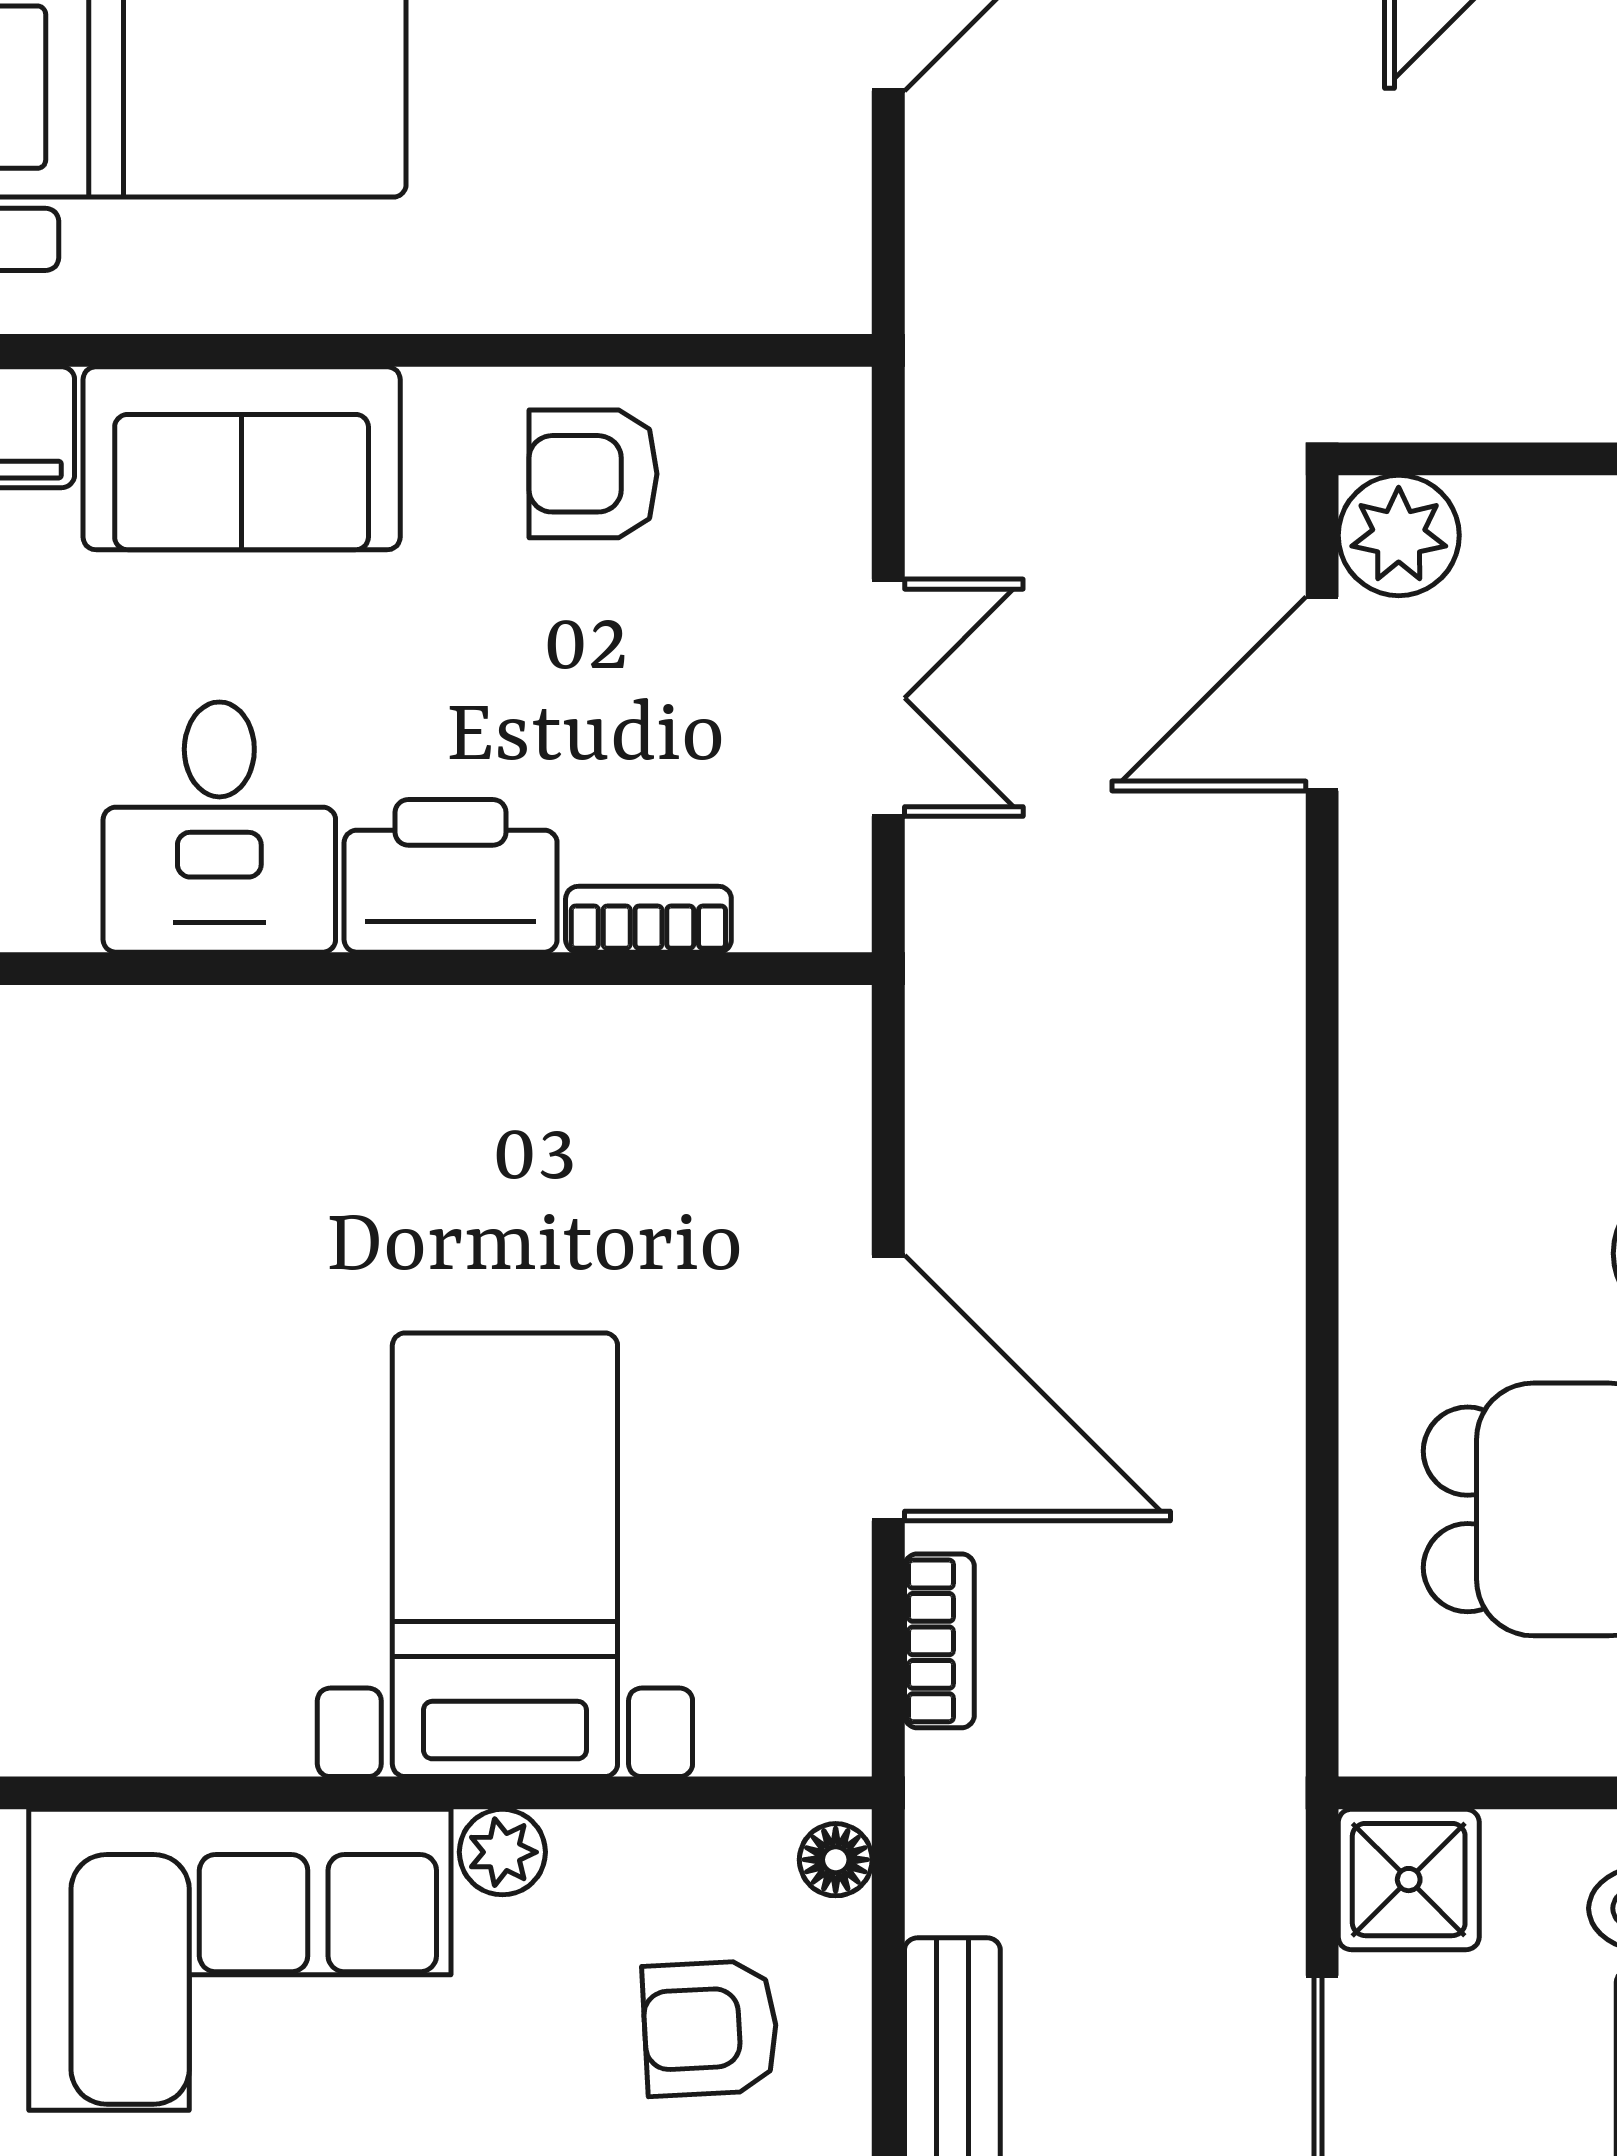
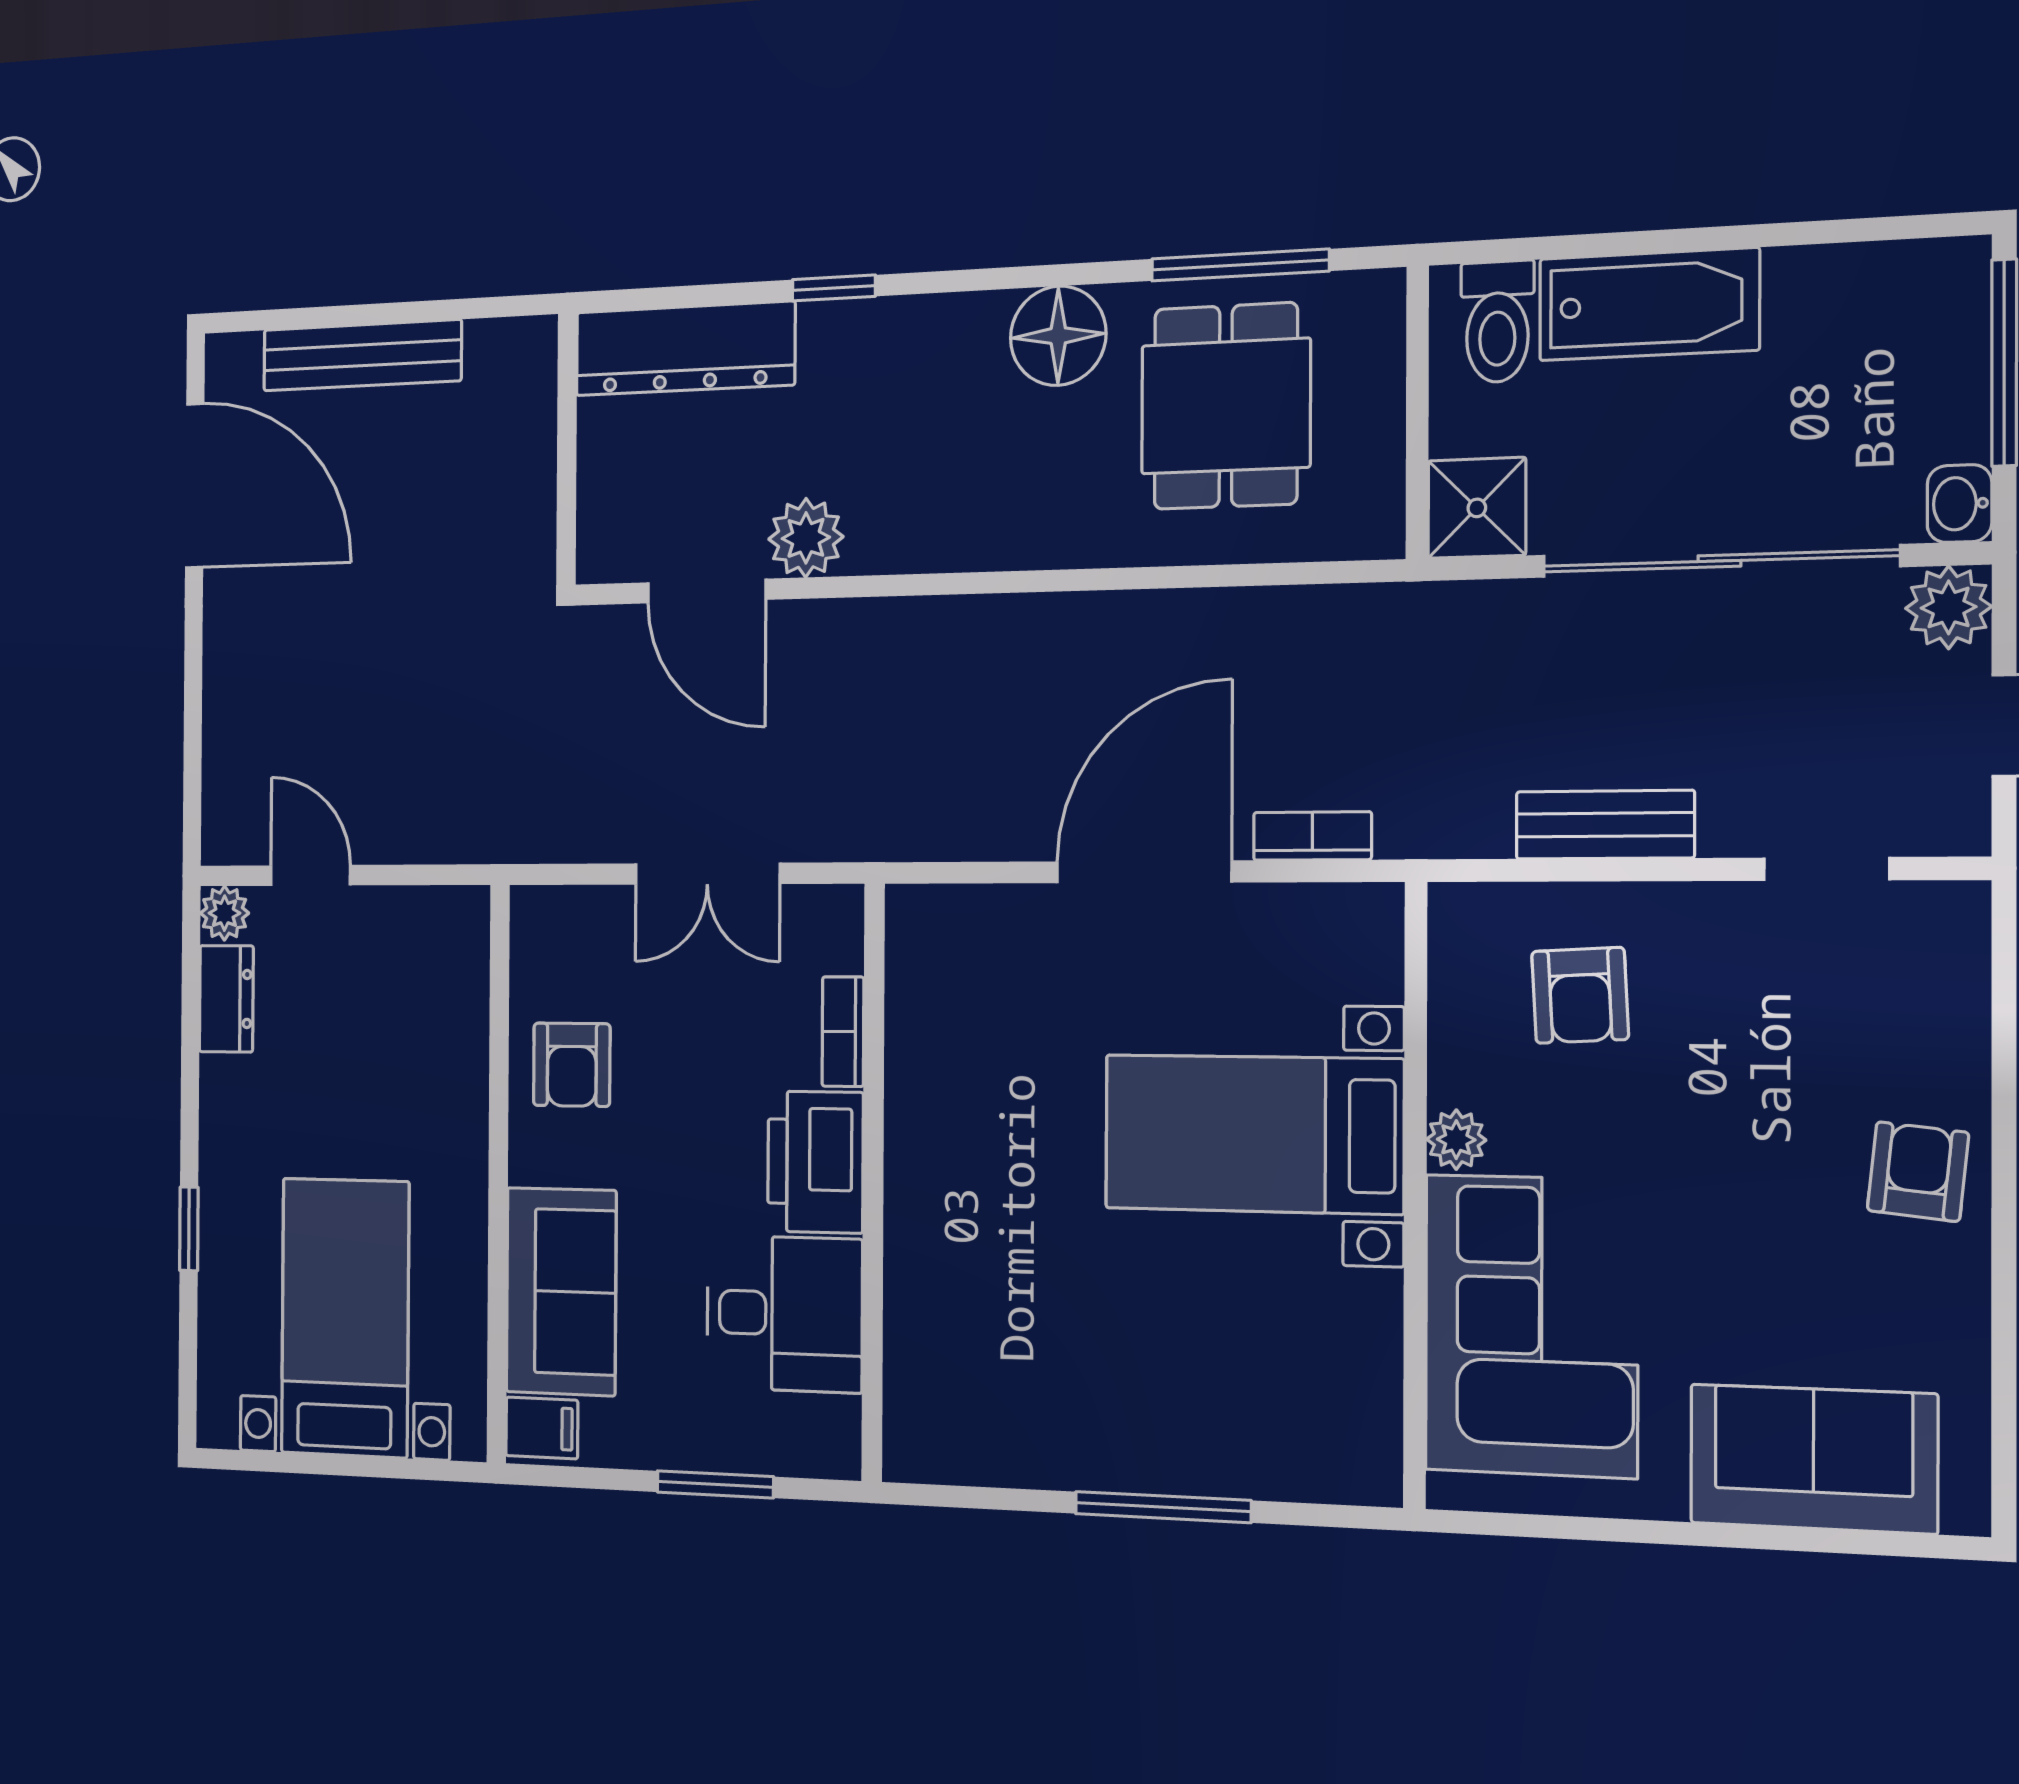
plant: (1399, 535) -> (806, 538), moved
double door: (888, 698) -> (707, 874), swing flipped
floor lamp: (836, 1860) -> (1462, 907), removed

